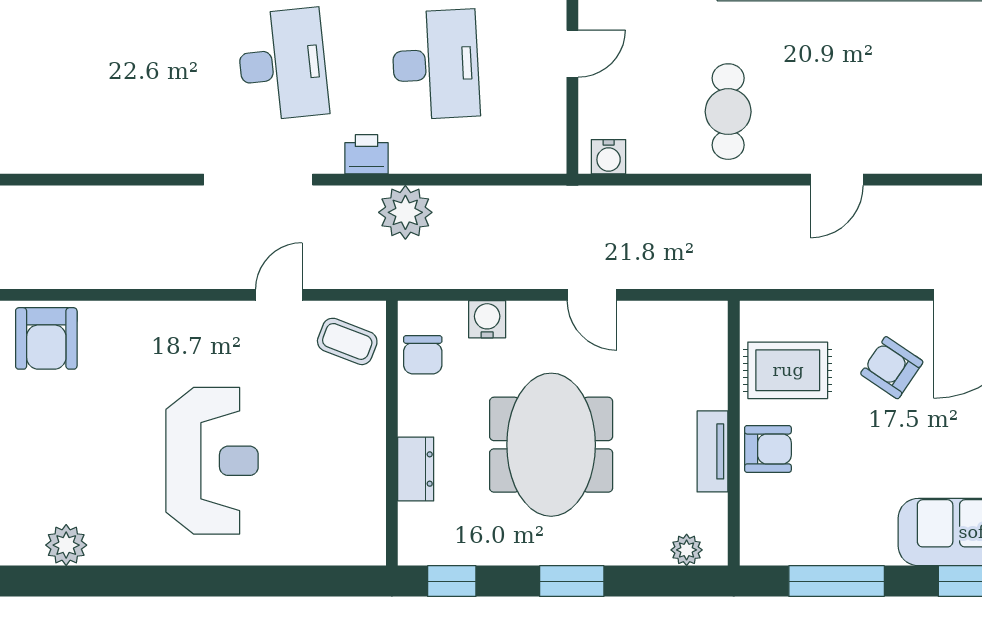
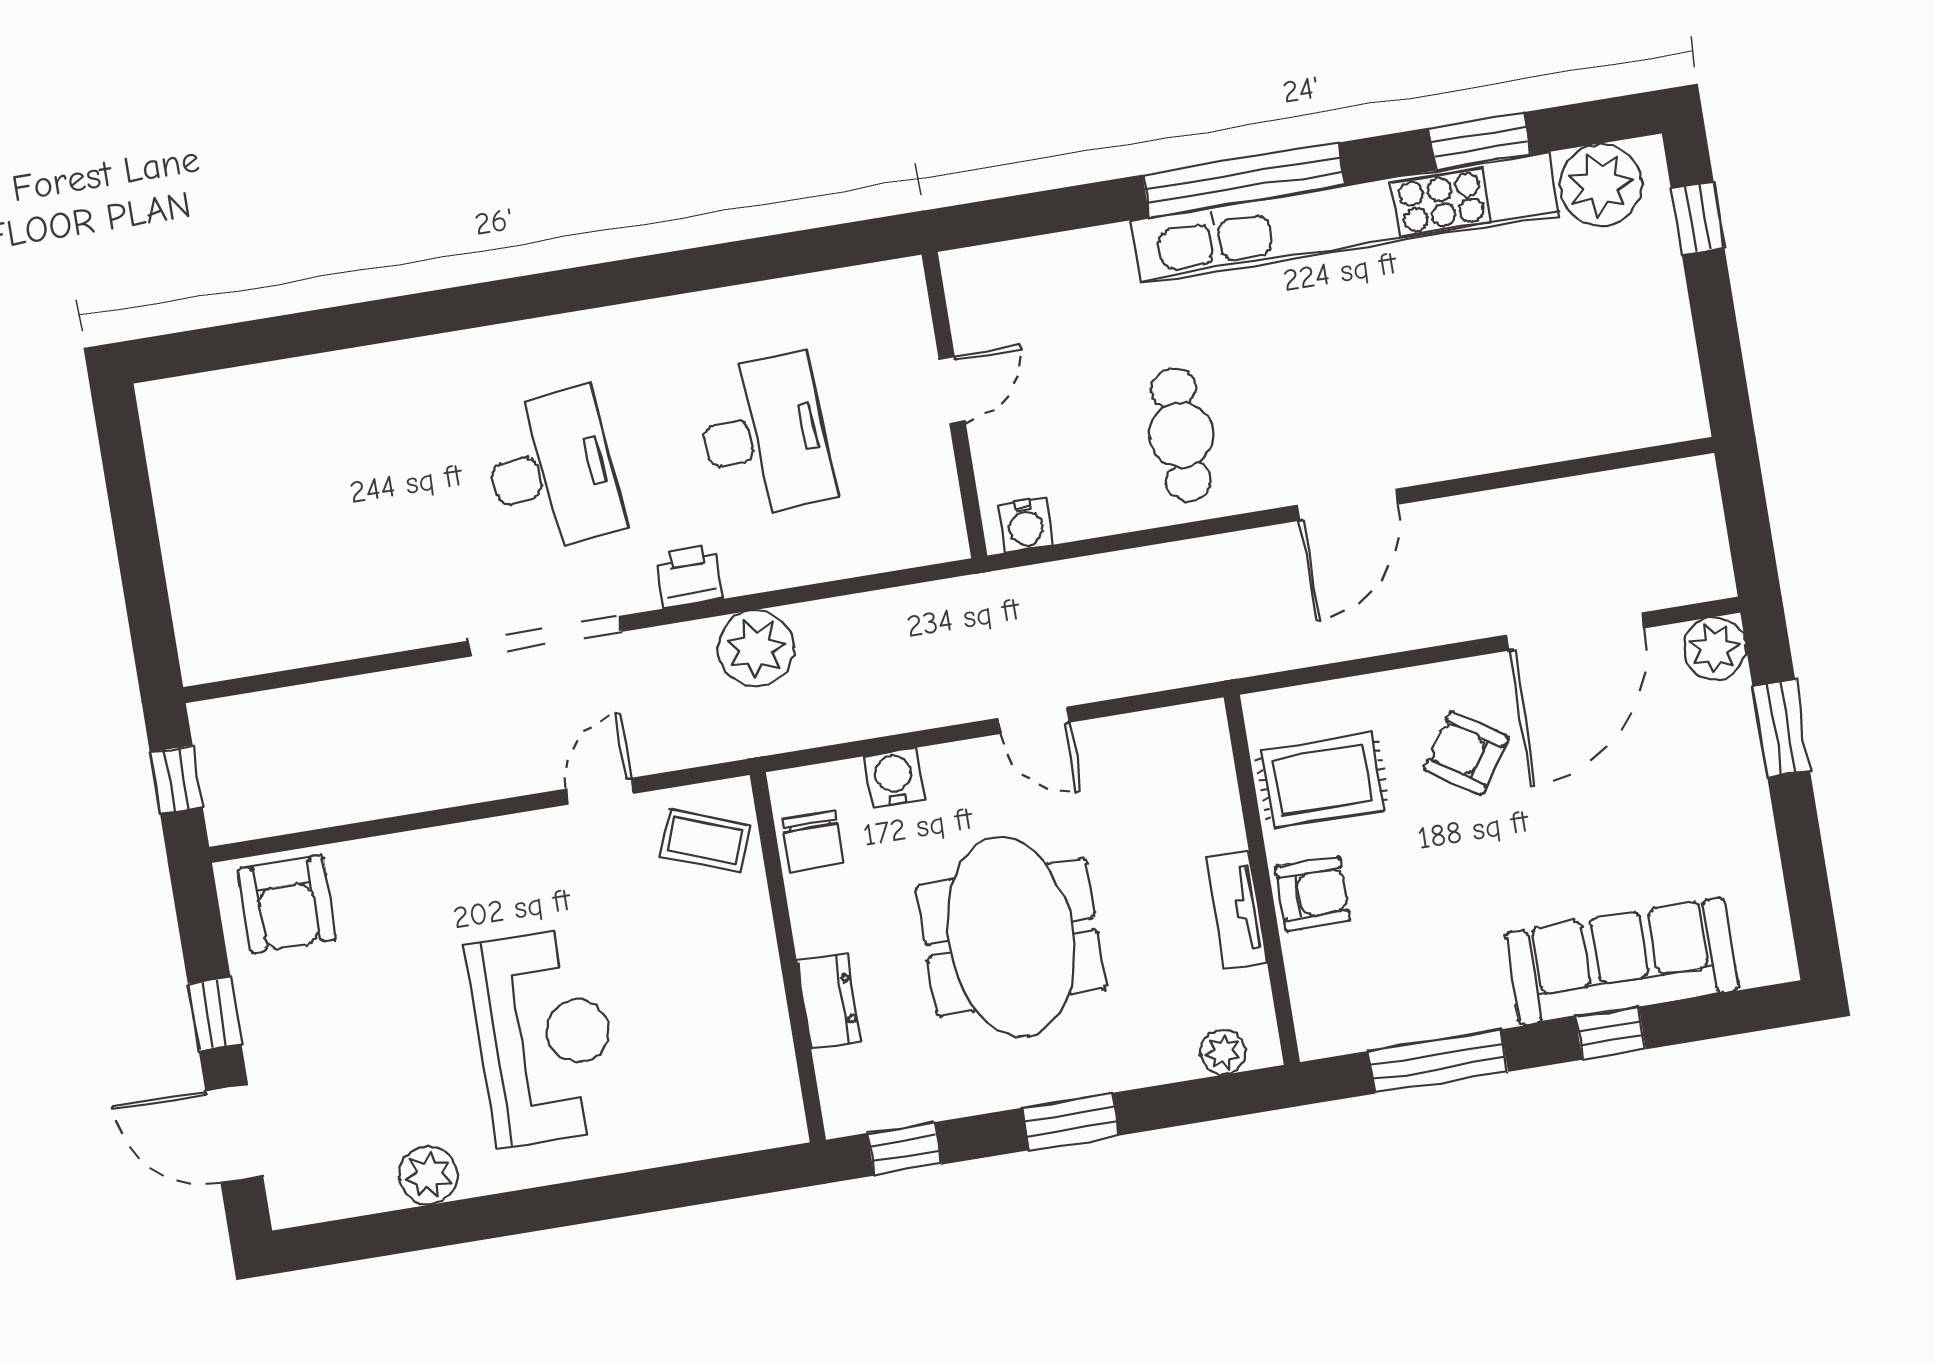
door: (837, 180) -> (1347, 505), width x1.38
plant: (66, 545) -> (428, 1175), moved

